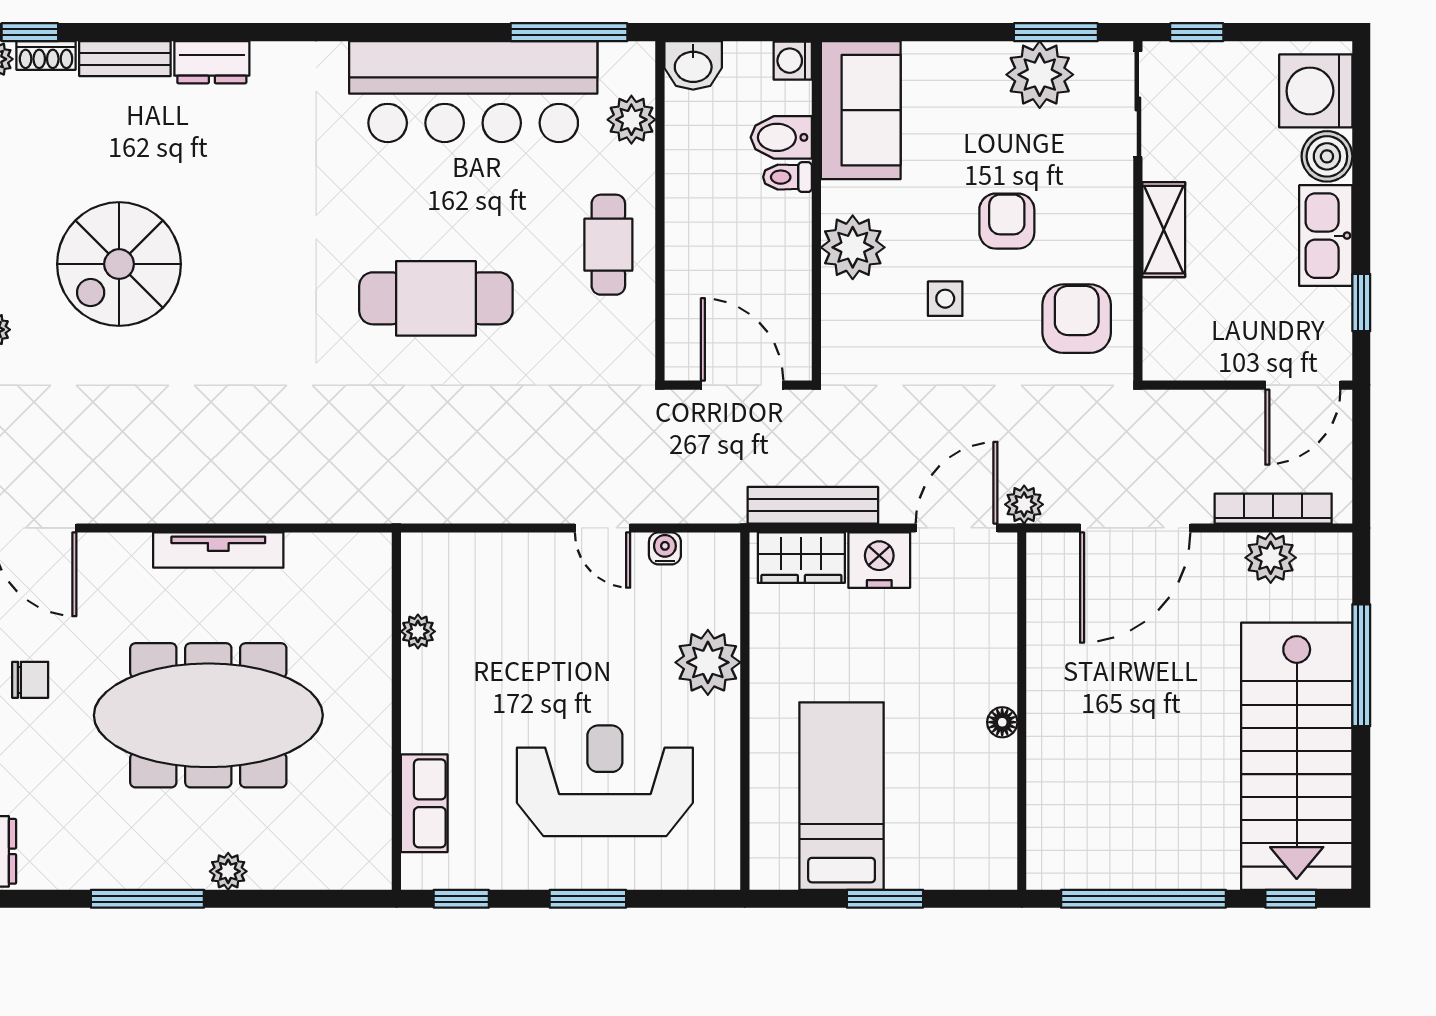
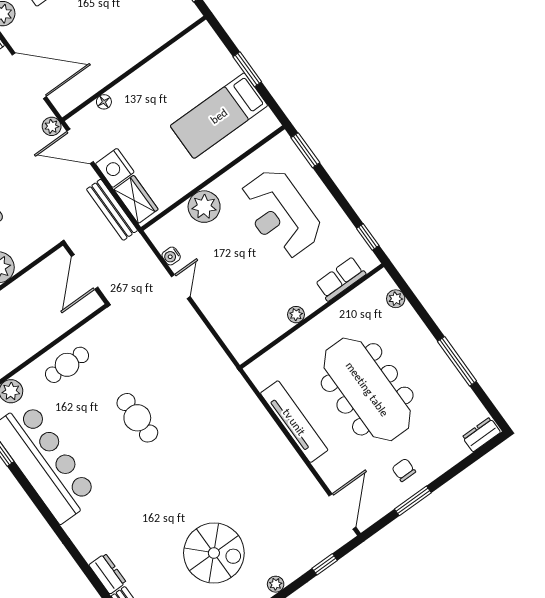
cafe table: (436, 298) -> (137, 418), width x0.73, depth x0.74
tv unit: (218, 550) -> (294, 422), width x1.36, depth x1.29
plant: (418, 631) -> (296, 315), moved
floor lamp: (1002, 722) -> (104, 102), moved
plant: (228, 871) -> (396, 299), moved
window: (588, 899) -> (305, 150), moved

